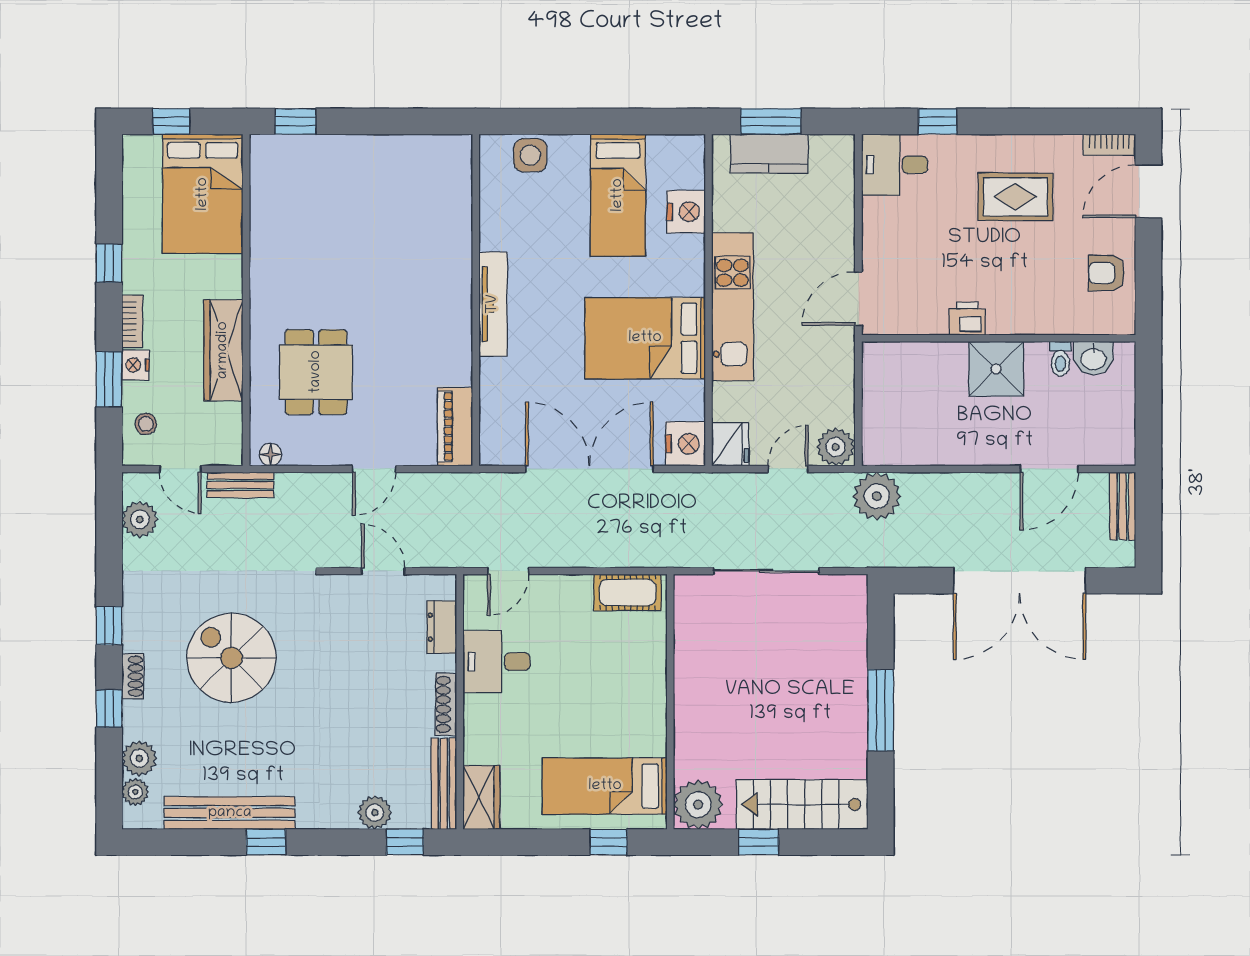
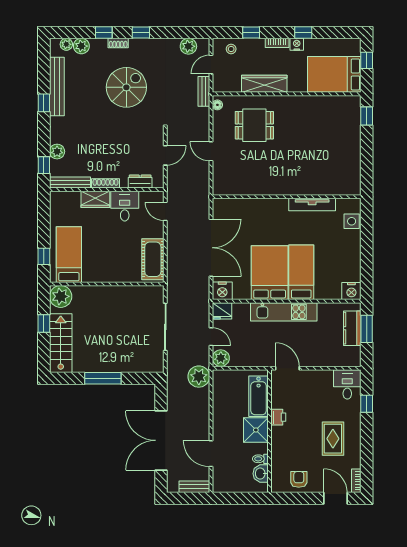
bed: (618, 195) -> (301, 272), moved, turned 90
nightstand: (686, 212) -> (351, 291), moved
tv unit: (493, 304) -> (312, 205), moved
bathtub: (921, 363) -> (259, 396), added
nightstand: (135, 365) -> (297, 44), moved
window: (109, 379) -> (251, 32), width x0.67
piano: (455, 427) -> (230, 188), removed
cot: (628, 592) -> (153, 259), width x1.37, depth x1.34
wardrobe: (481, 797) -> (95, 199), moved

